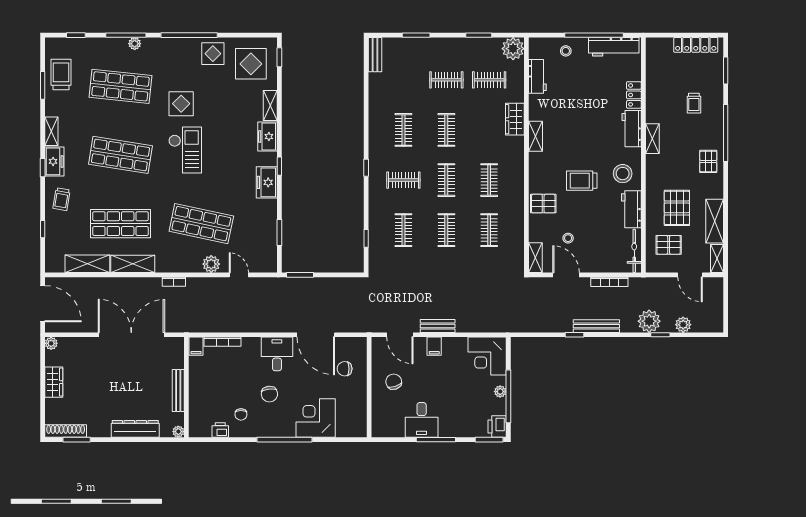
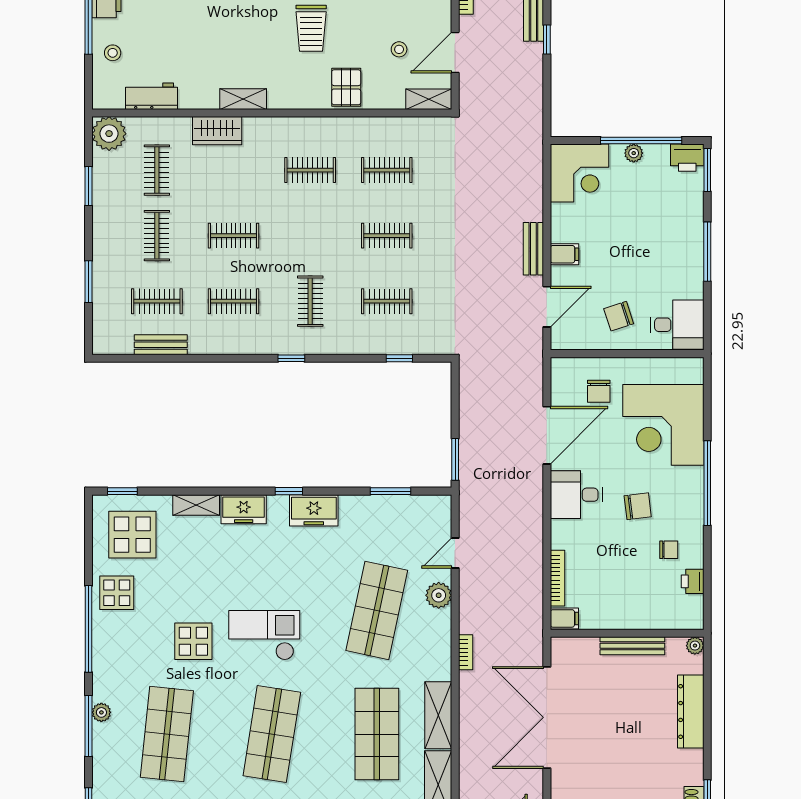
bench: (375, 55) -> (161, 345), moved
clothes rail: (446, 180) -> (157, 301), moved
corner desk: (316, 418) -> (663, 425), width x1.36, depth x1.36
desk: (422, 420) -> (677, 325), moved

